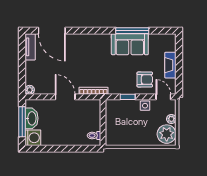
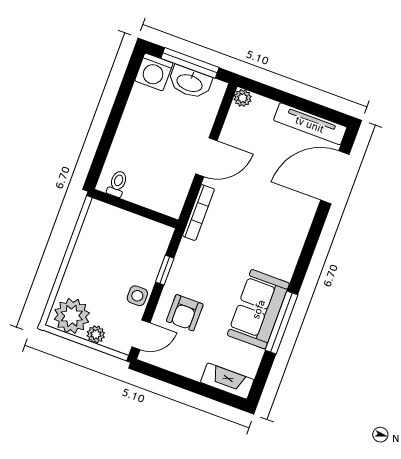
tv unit: (30, 47) -> (310, 124), width x1.41
fireplace: (170, 65) -> (227, 381), moved

